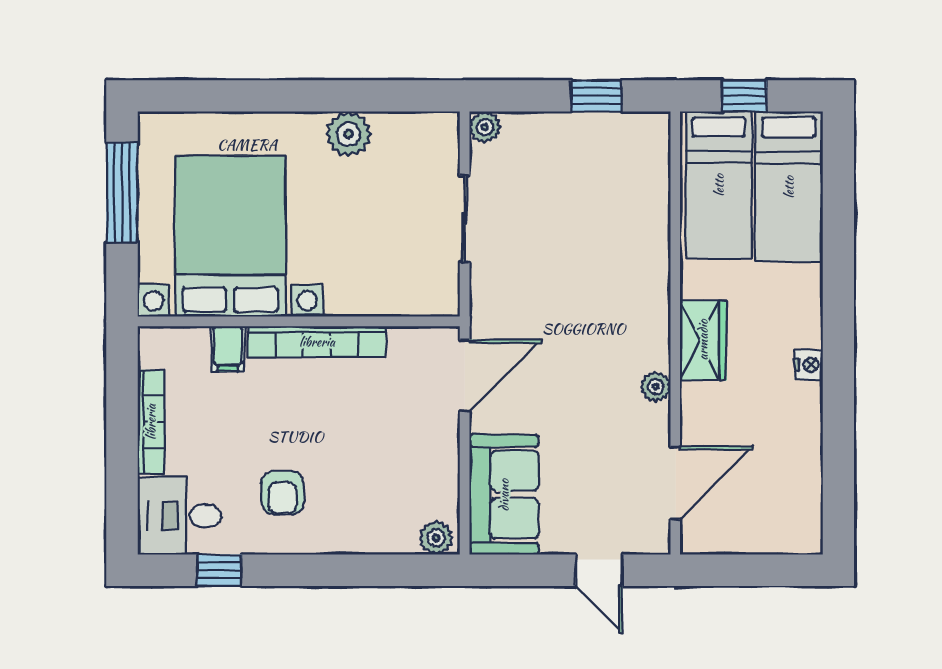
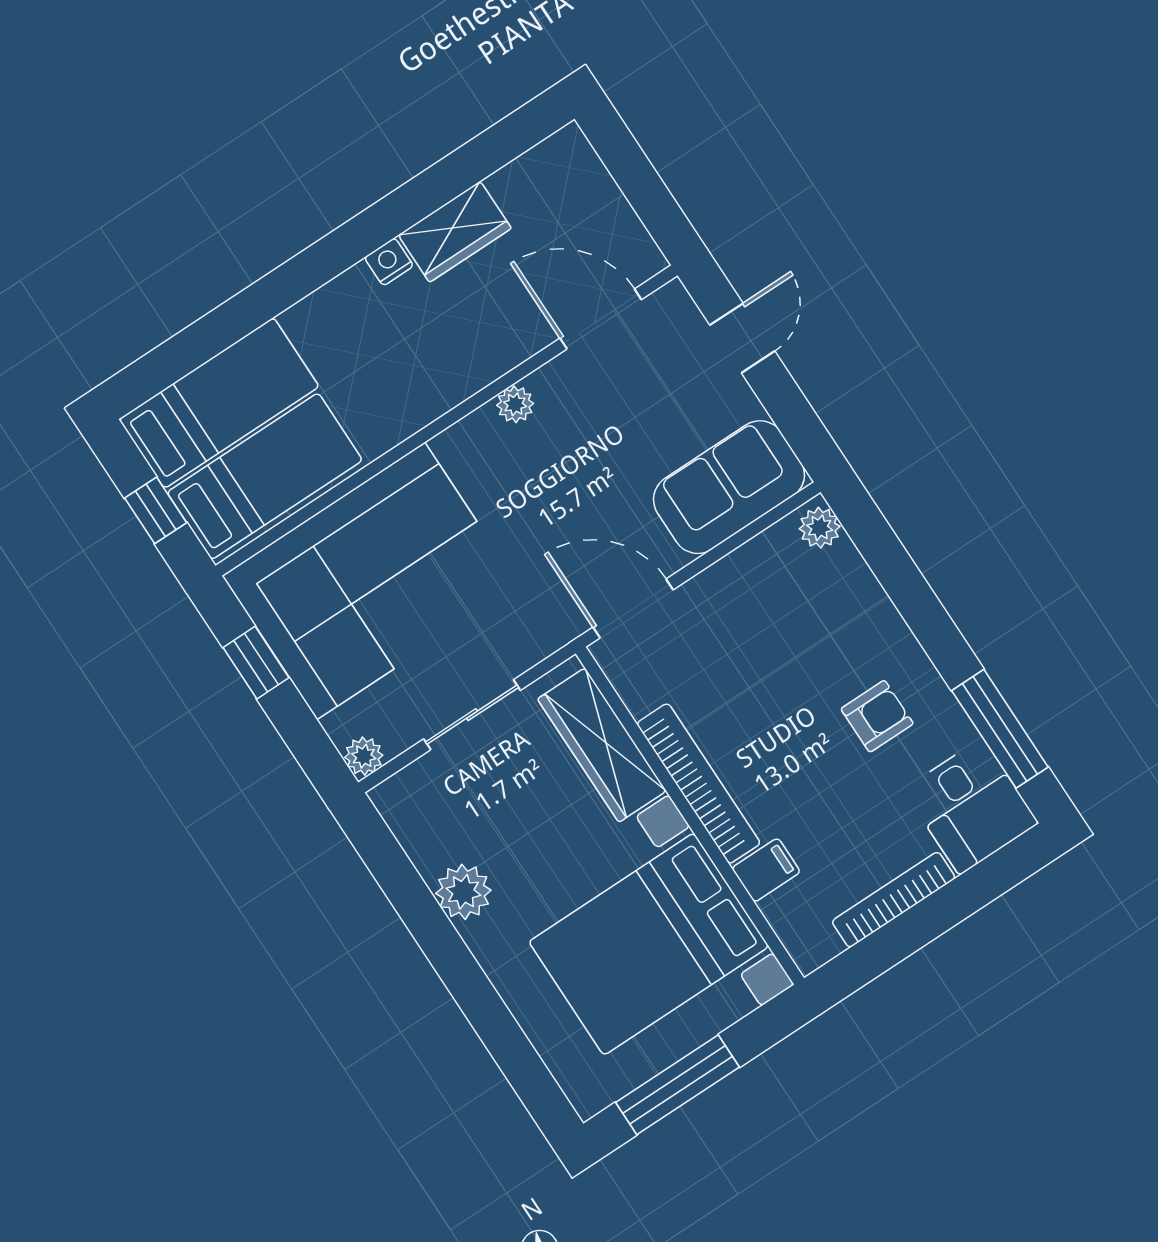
corner sofa: (601, 210) -> (371, 581), added
wardrobe: (386, 293) -> (602, 745), added
wardrobe: (703, 340) -> (455, 232), moved, turned 180
window: (219, 570) -> (1000, 729), width x2.17

